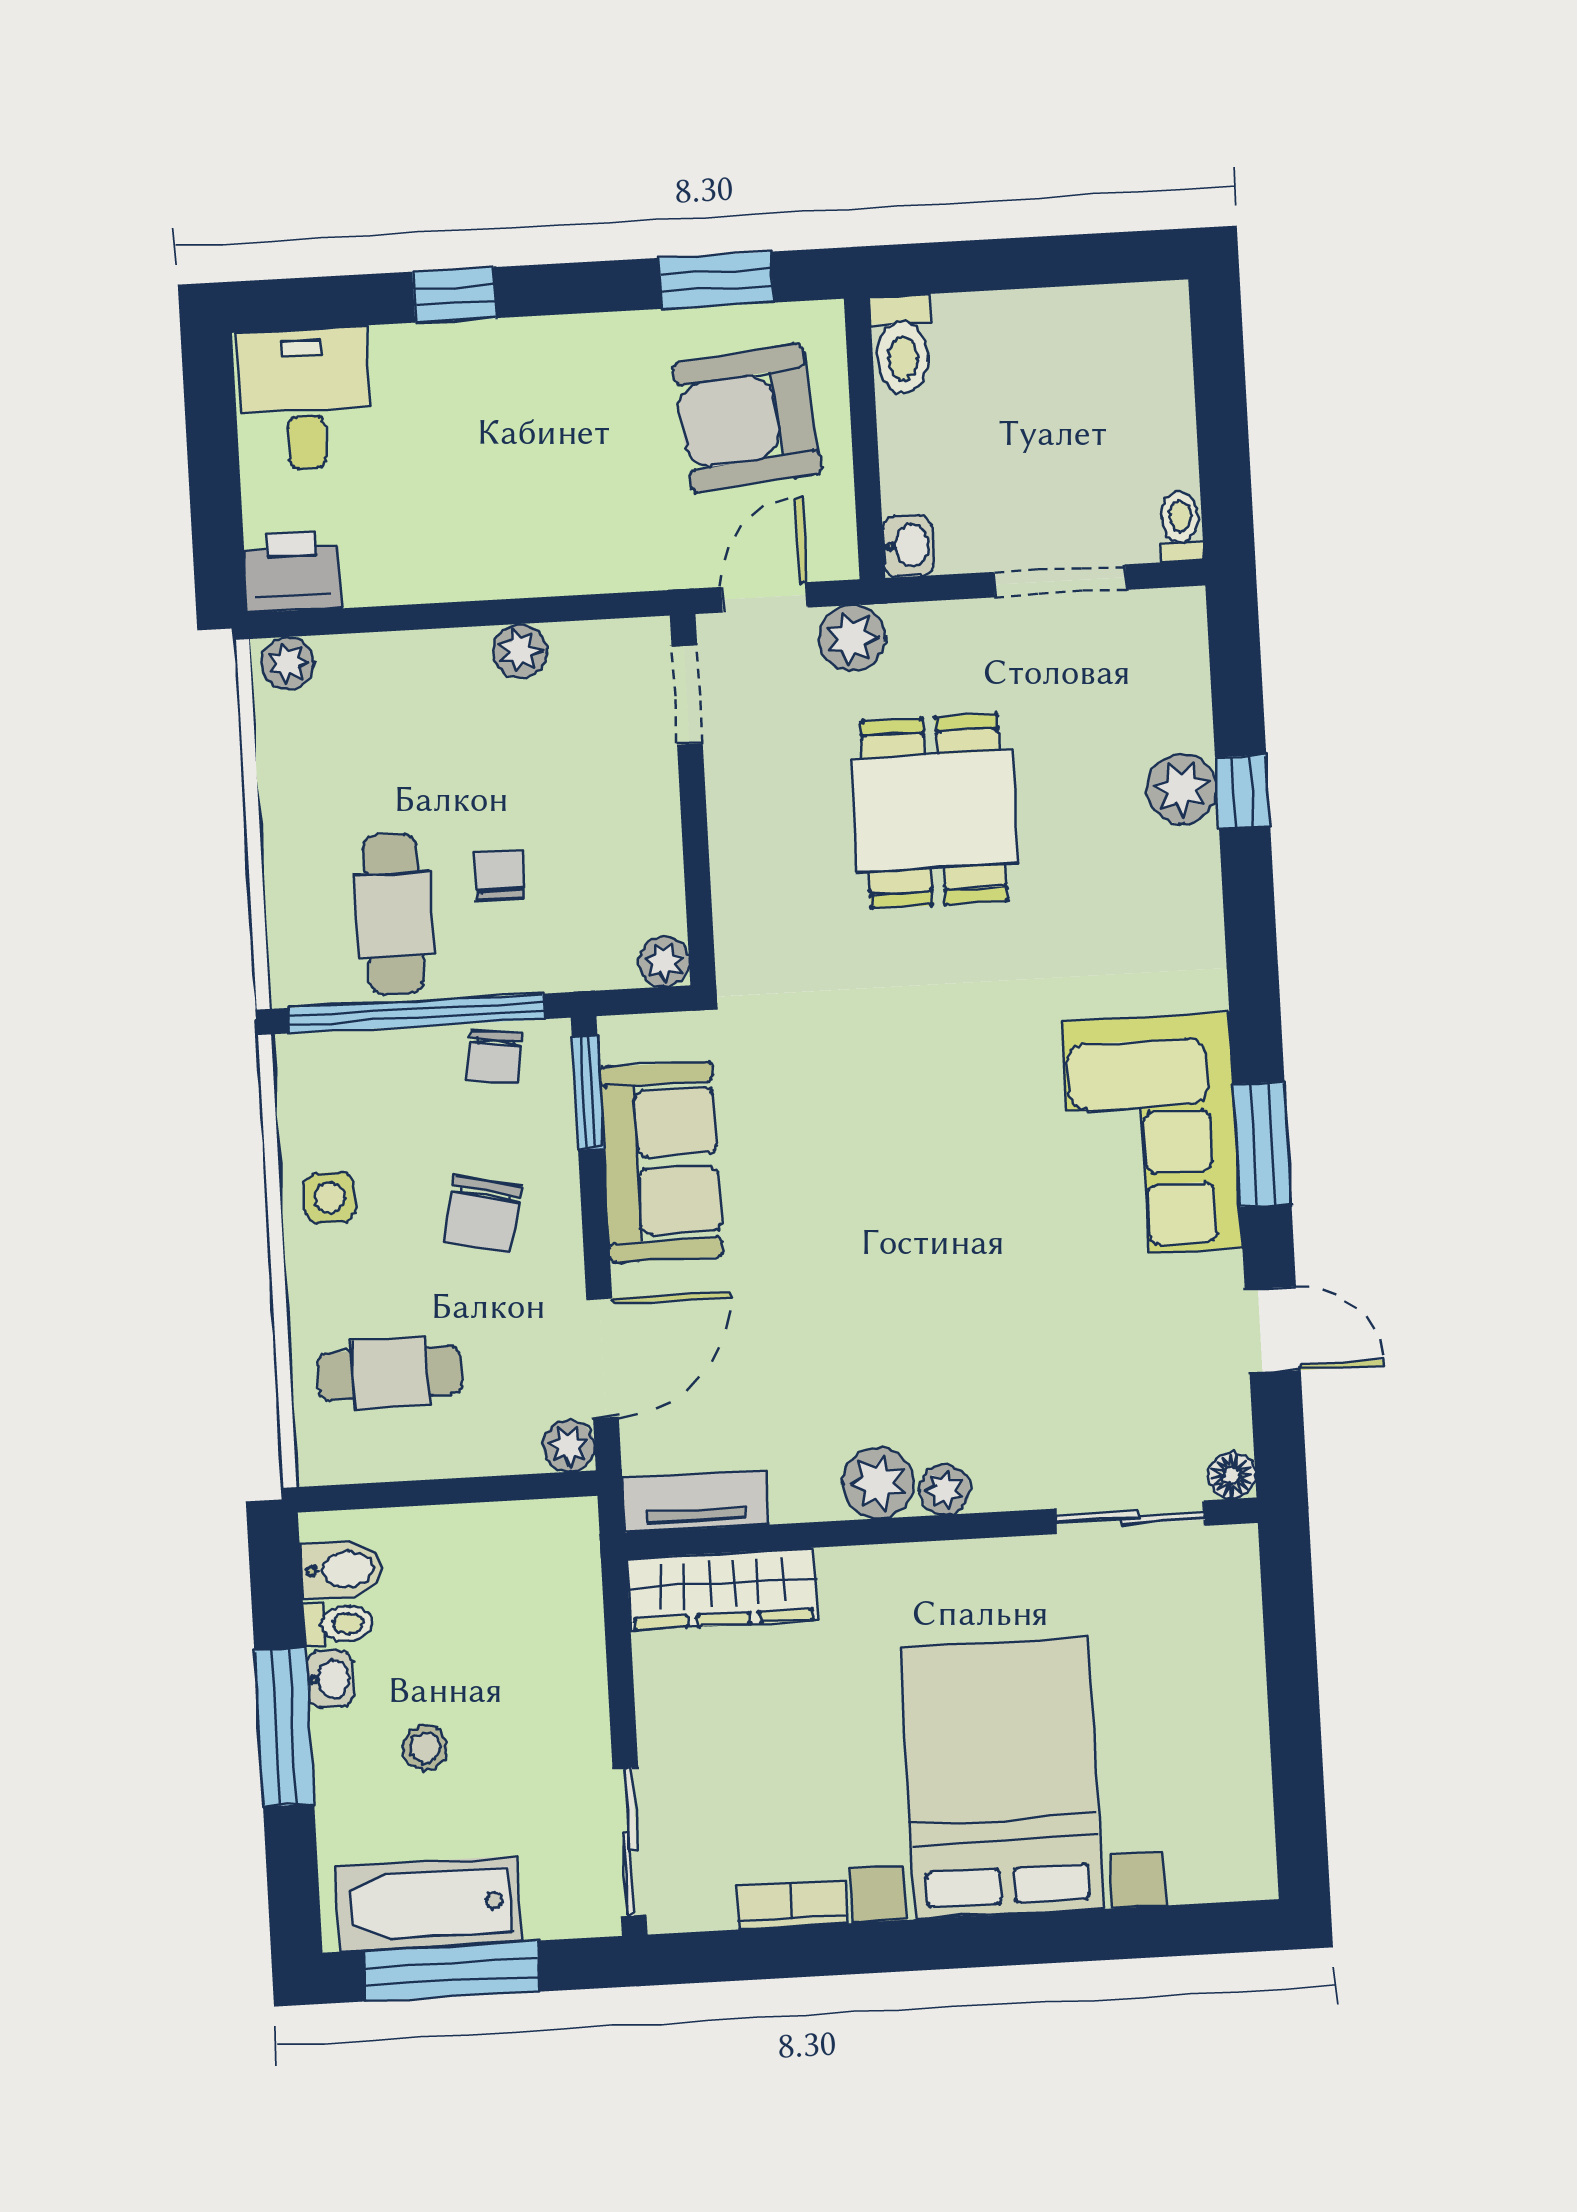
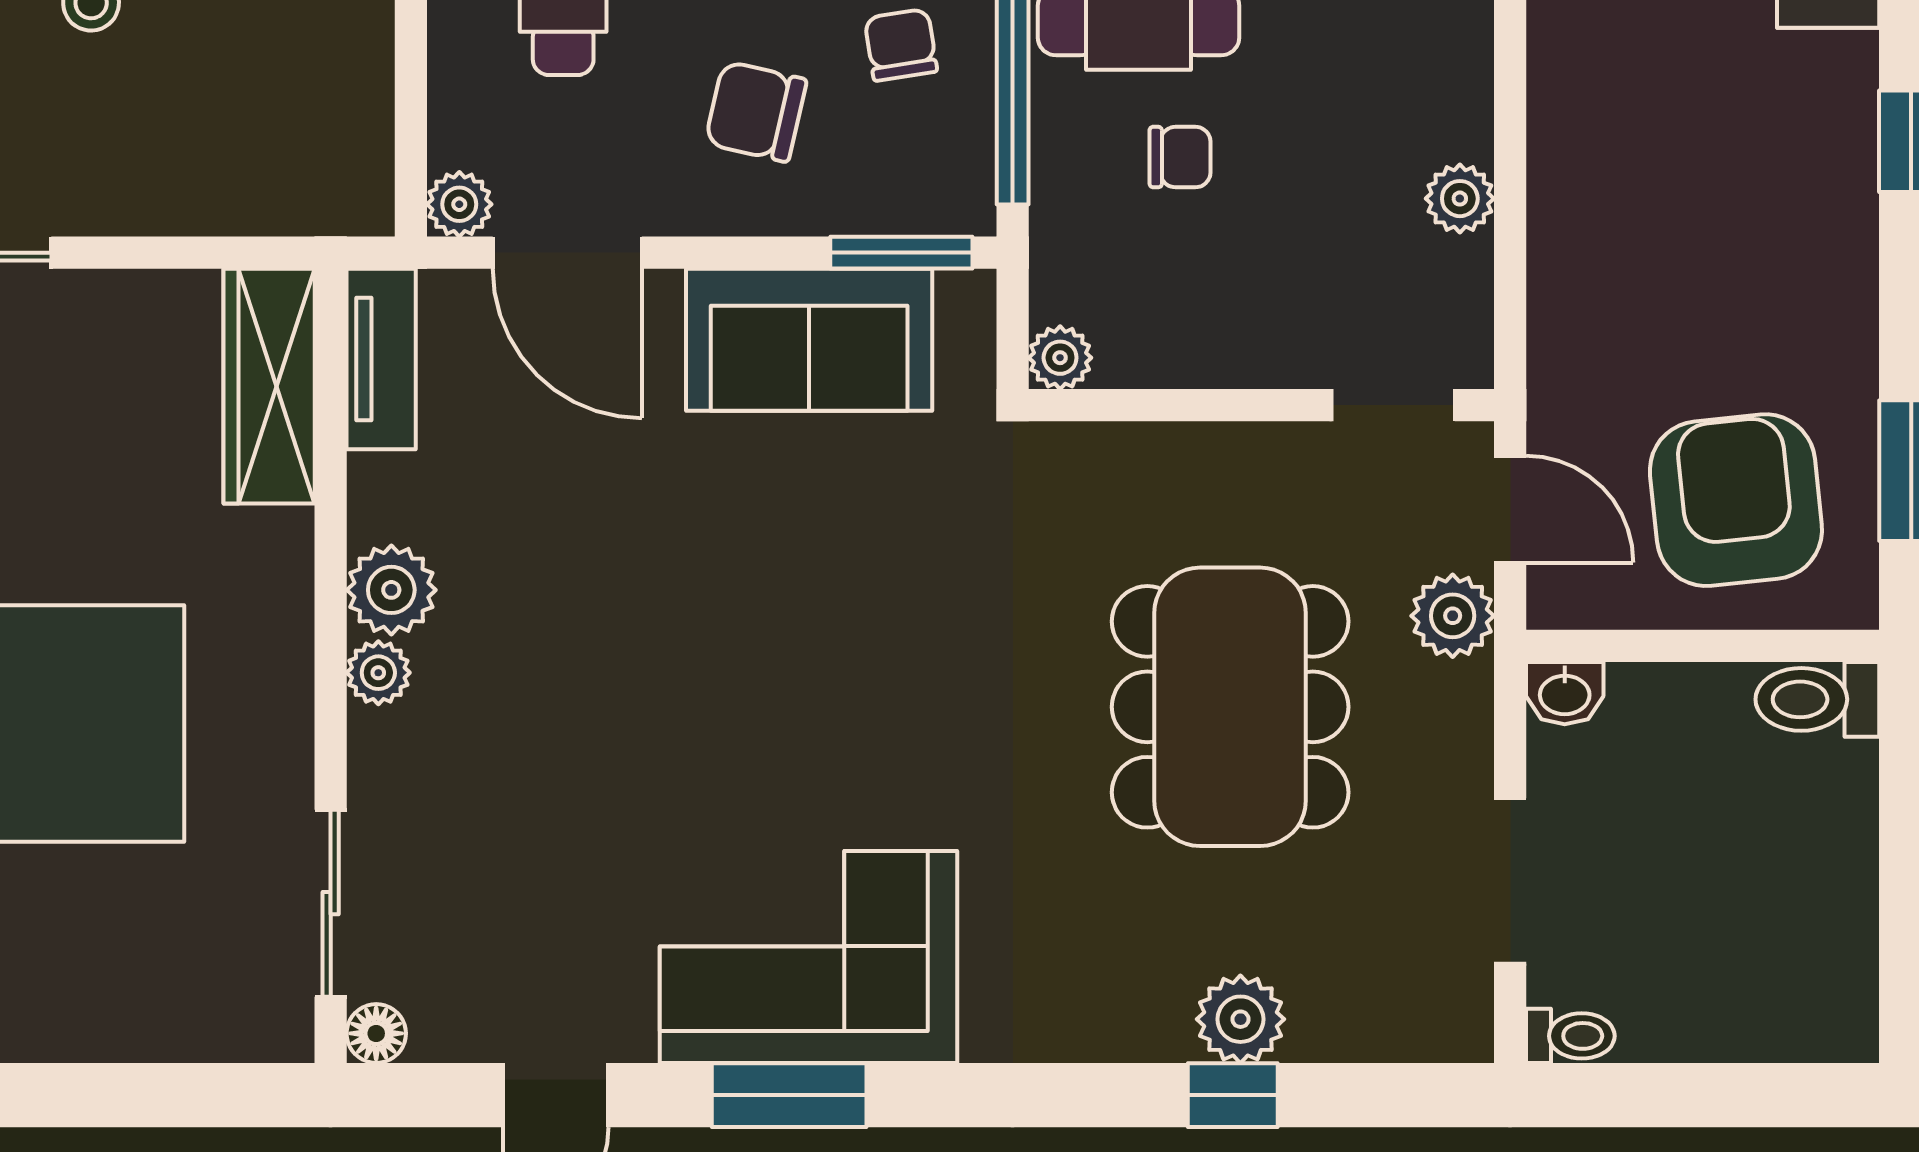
dining table: (934, 811) -> (1230, 707), width x1.38
chair: (495, 1057) -> (901, 45), moved, turned 73

